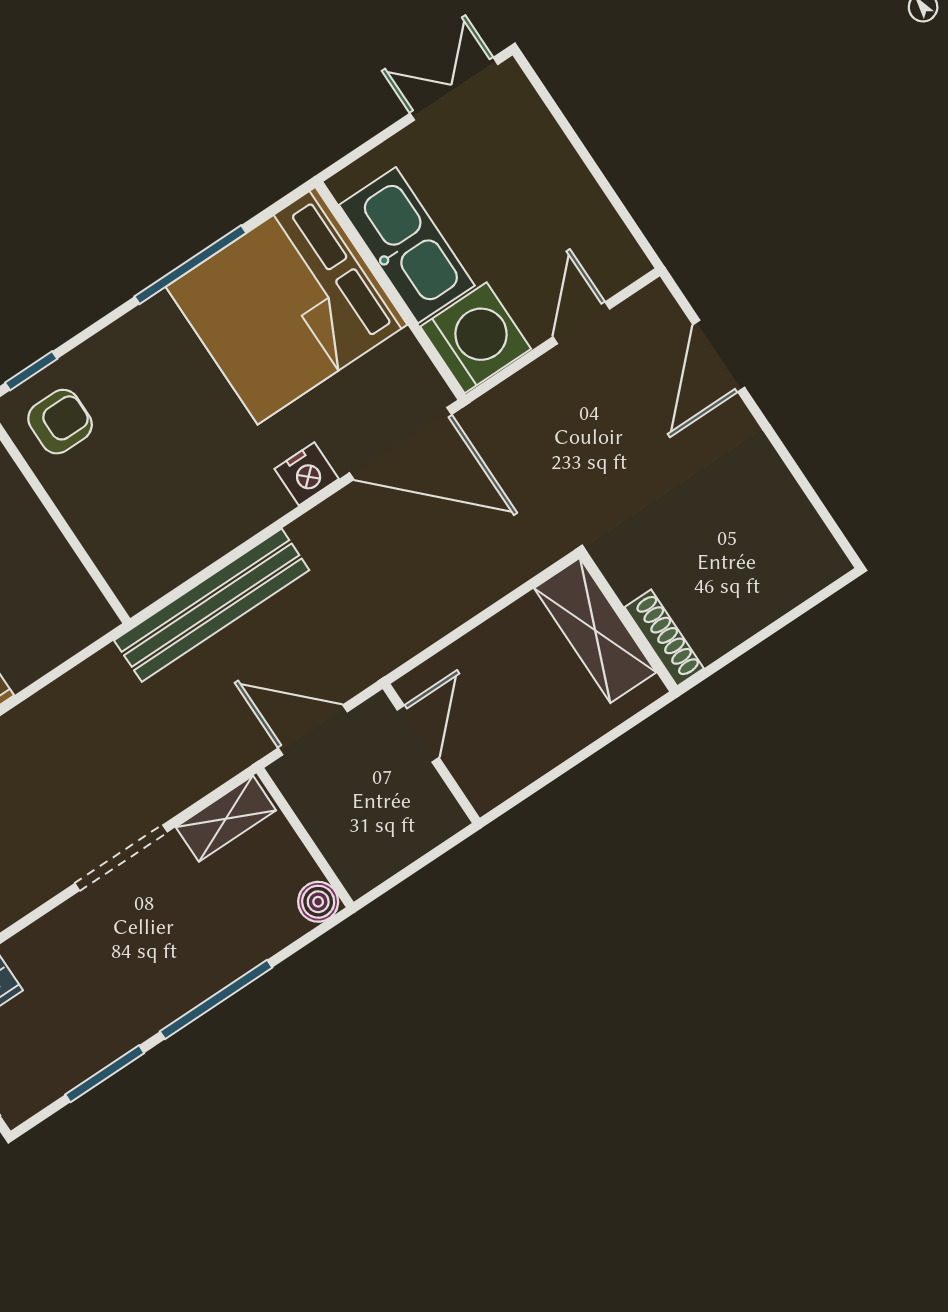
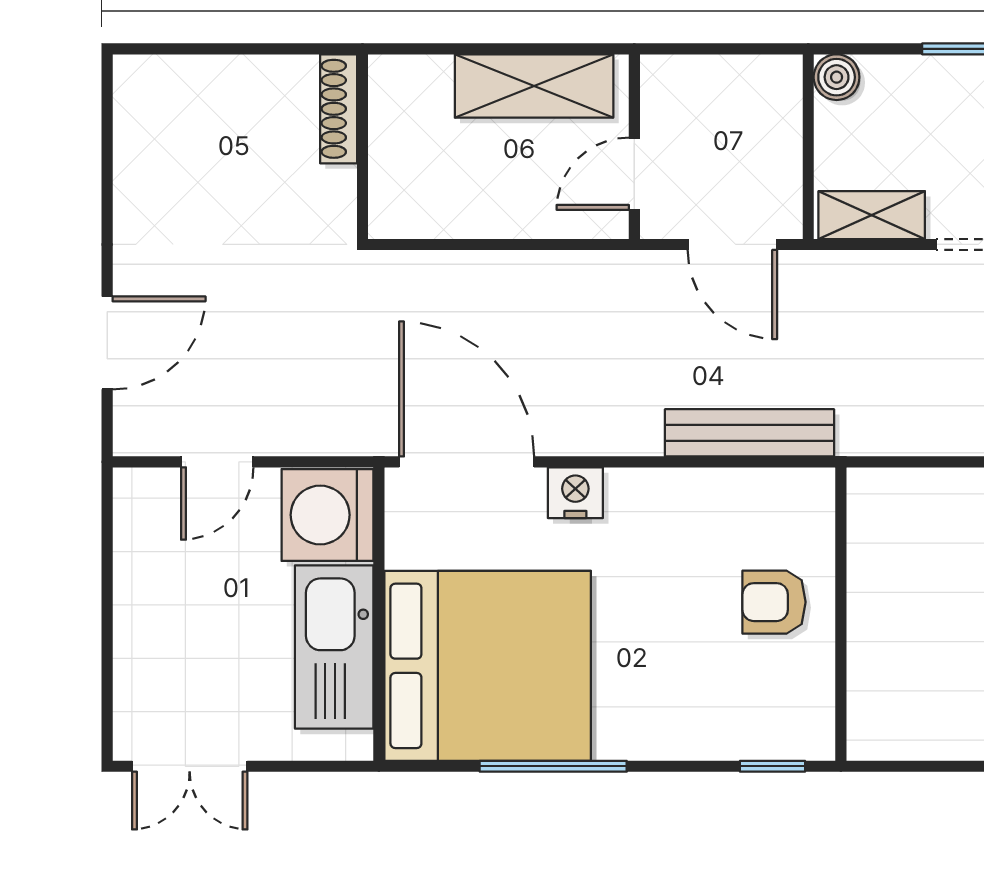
armchair: (60, 422) -> (774, 602), moved
bench: (212, 605) -> (749, 433), width x0.73, depth x0.82
shelving: (595, 630) -> (534, 86), moved, turned 90

